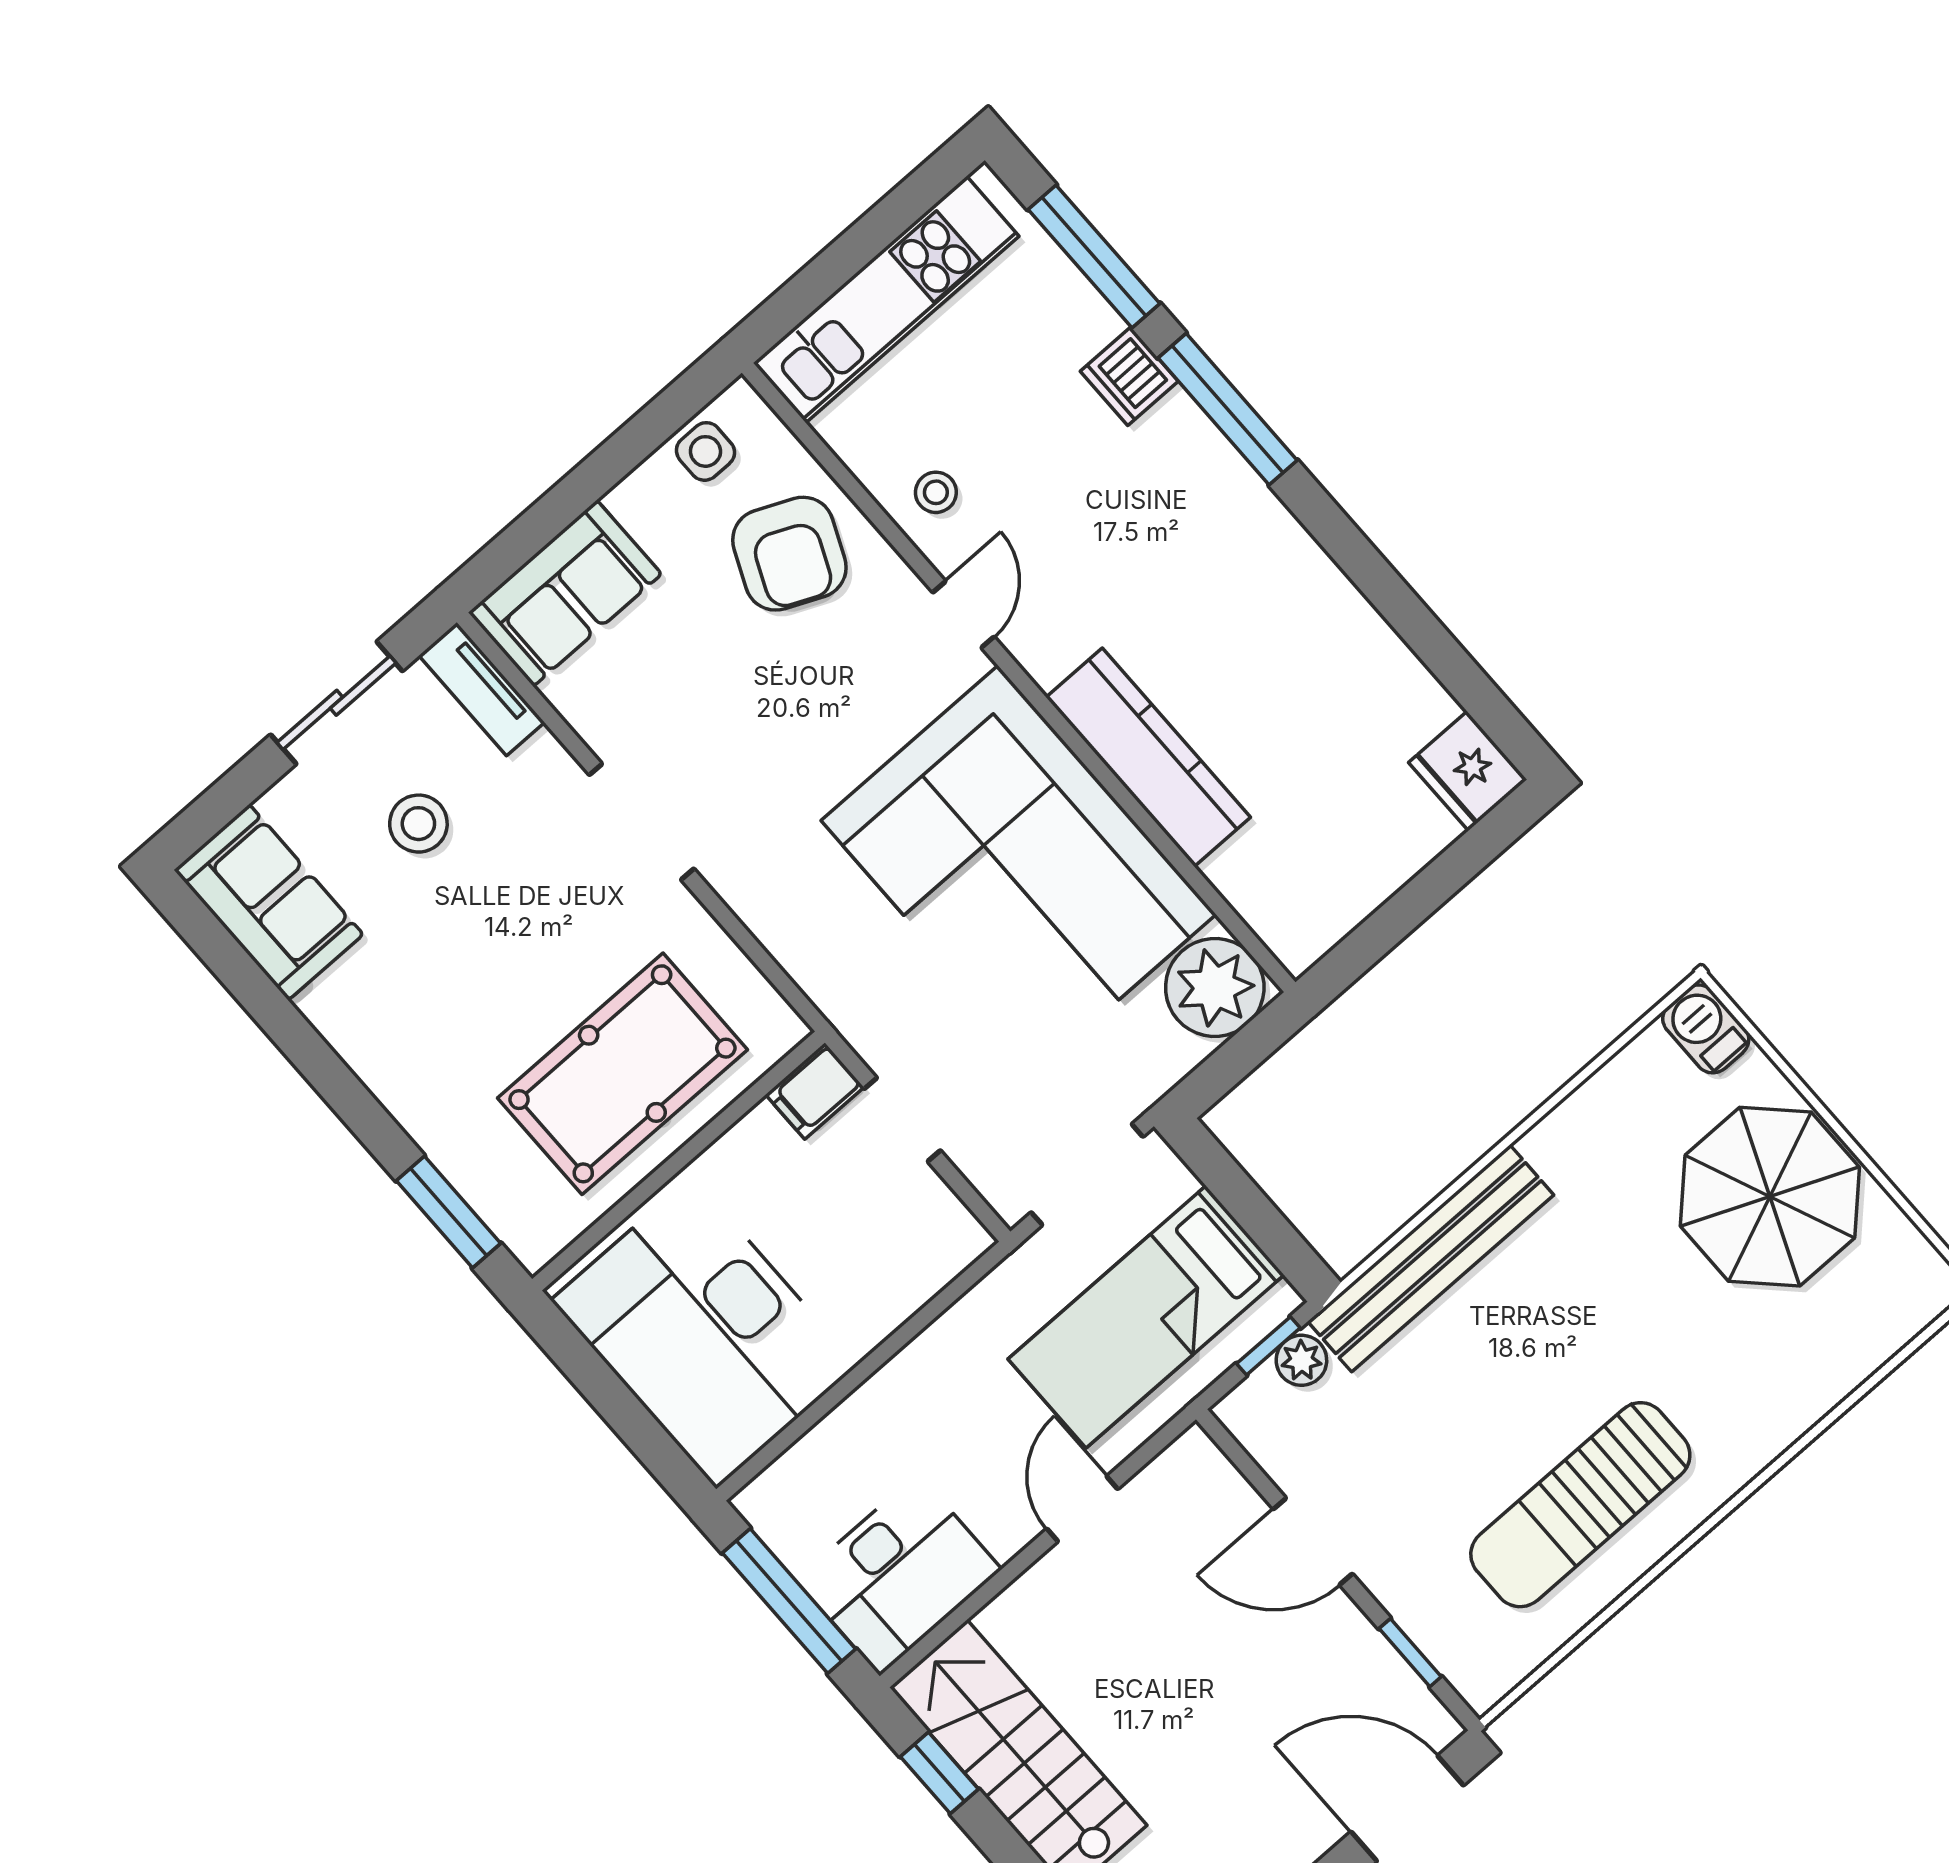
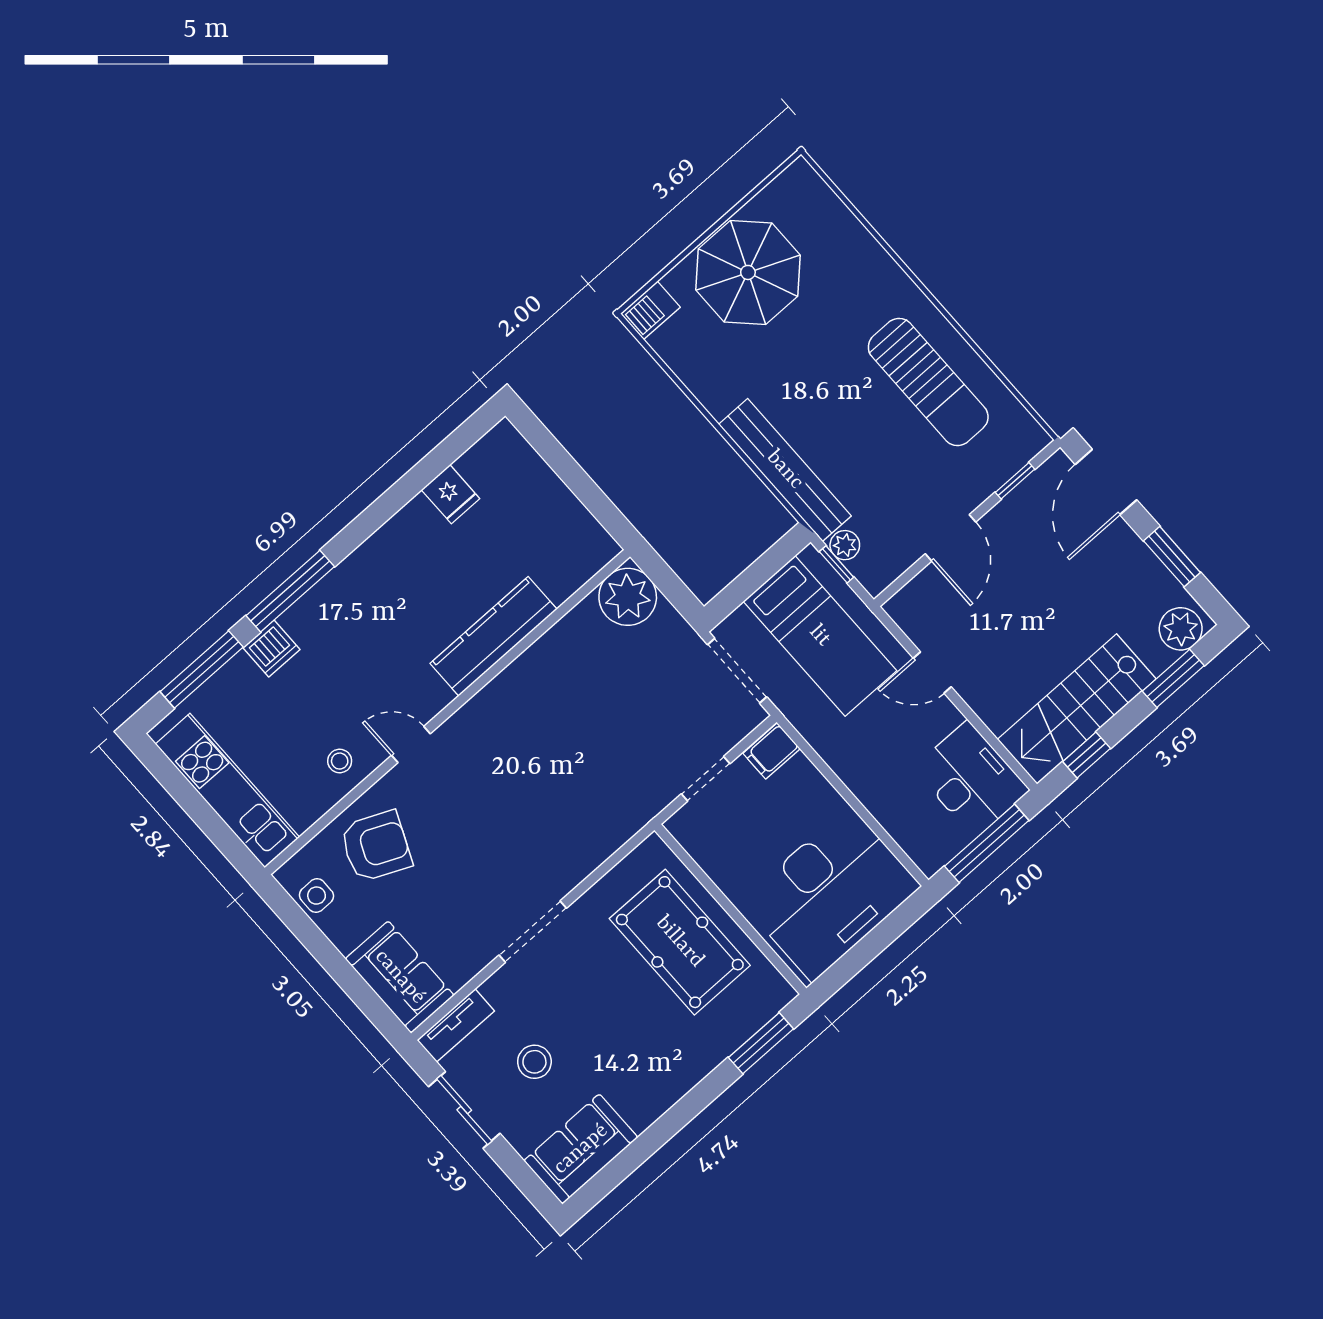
fridge: (1468, 771) -> (451, 494), moved, width x0.72
corner sofa: (1019, 868) -> (558, 712), removed
filing cabinet: (815, 1091) -> (772, 751), moved, turned 90

